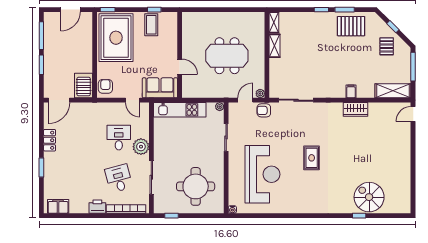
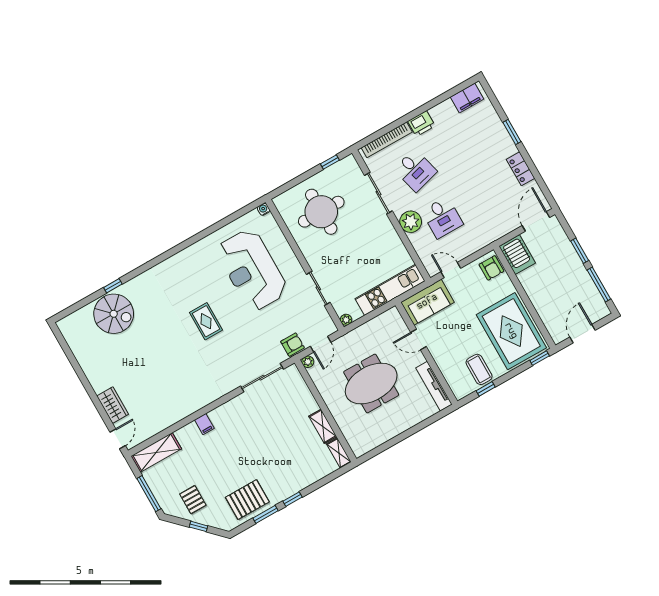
tv unit: (187, 31) -> (434, 386), added
wardrobe: (355, 109) -> (113, 405), moved, turned 90

